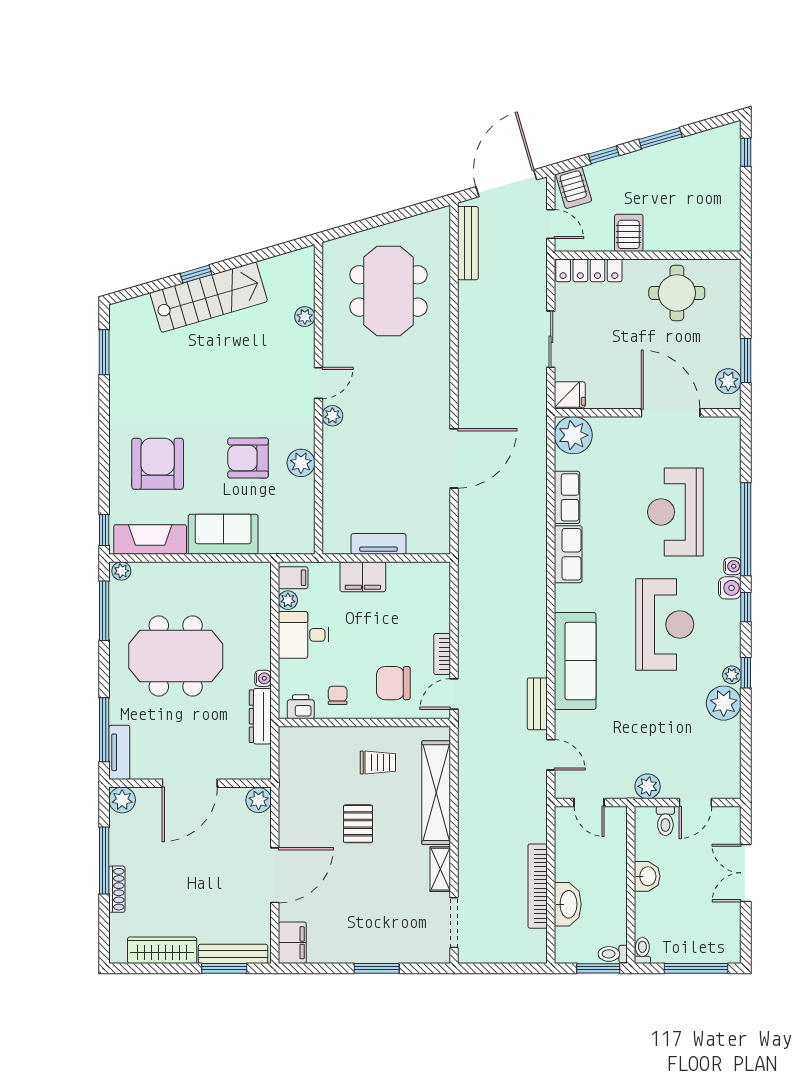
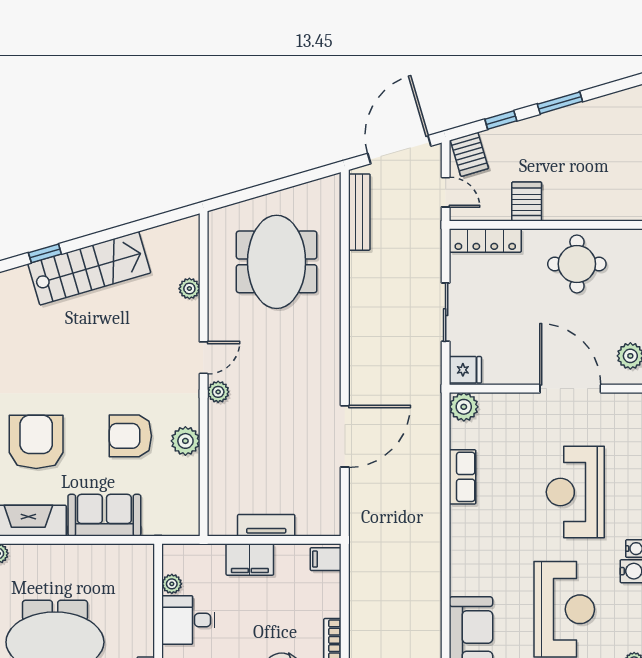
window: (196, 274) -> (45, 253), moved
plant: (573, 435) -> (464, 407), width x0.73, depth x0.73
row of seats: (568, 554) -> (464, 536), removed
filing cabinet: (293, 578) -> (326, 559), moved, turned 180

